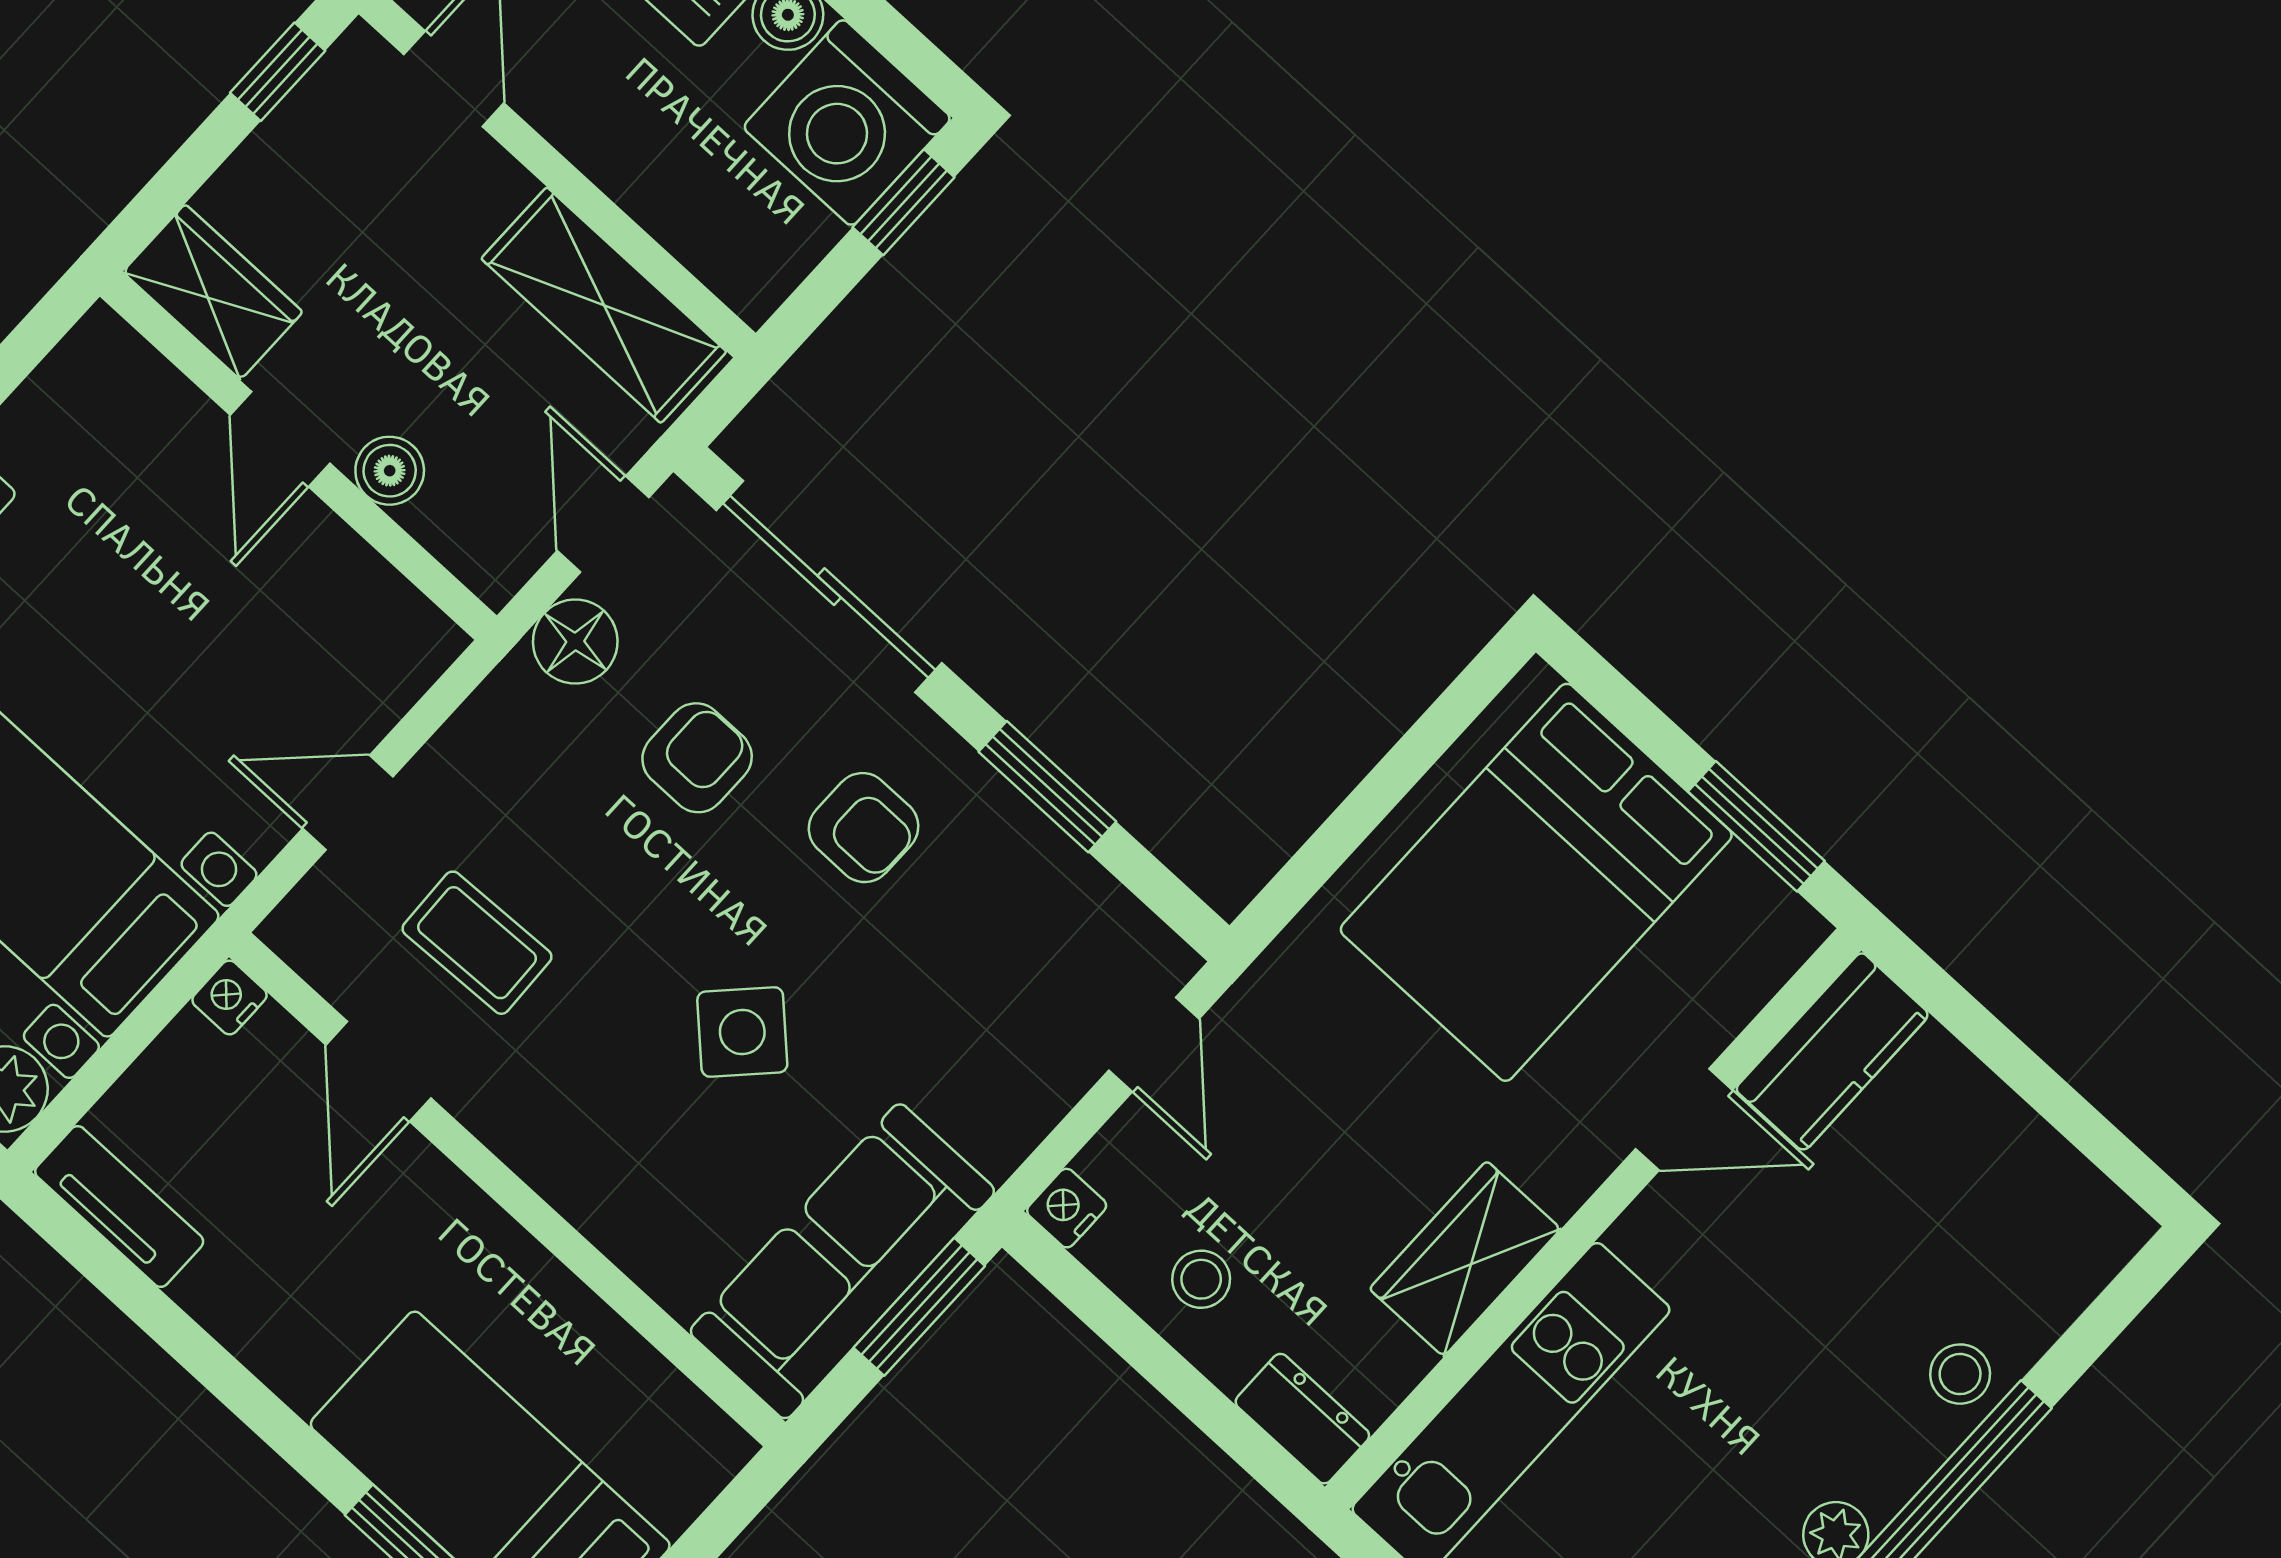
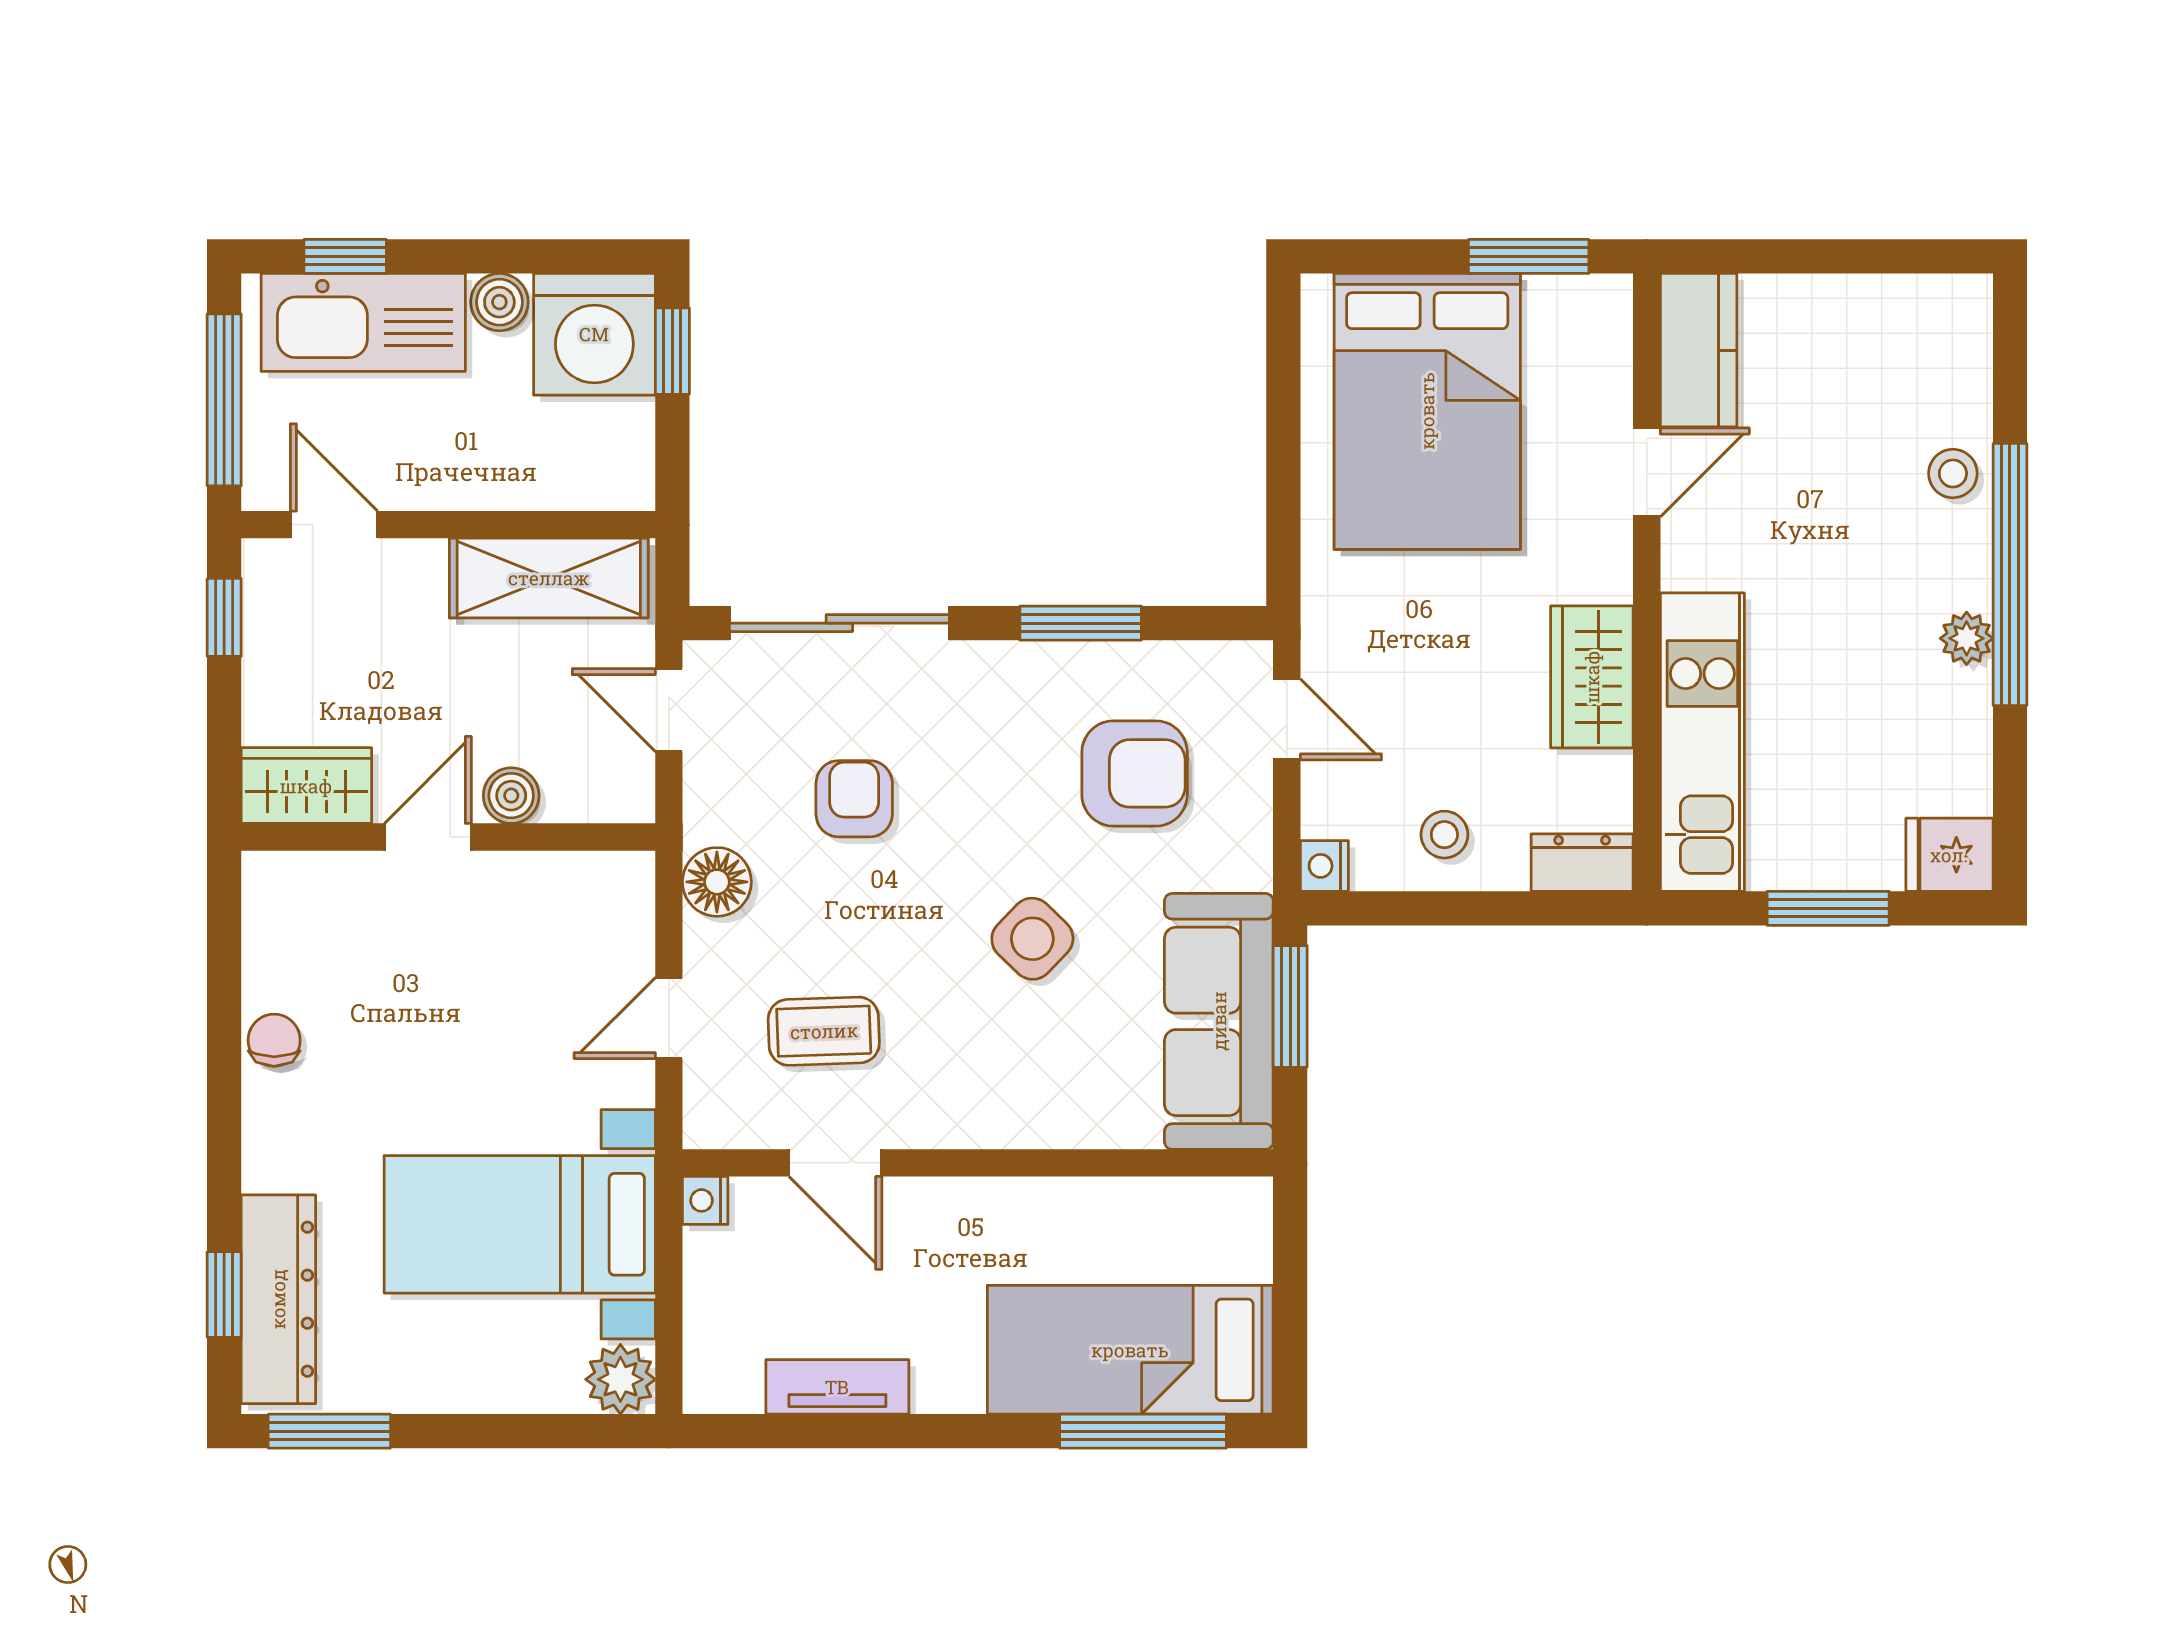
door: (280, 439) -> (428, 837), swing flipped
floor lamp: (575, 642) -> (717, 882), moved
armchair: (864, 828) -> (1135, 773), moved, width x1.38, depth x1.38
tv unit: (119, 1207) -> (837, 1387), moved

